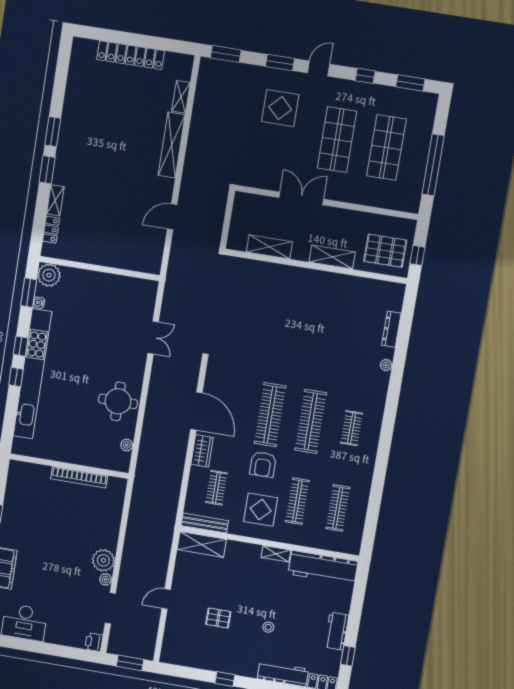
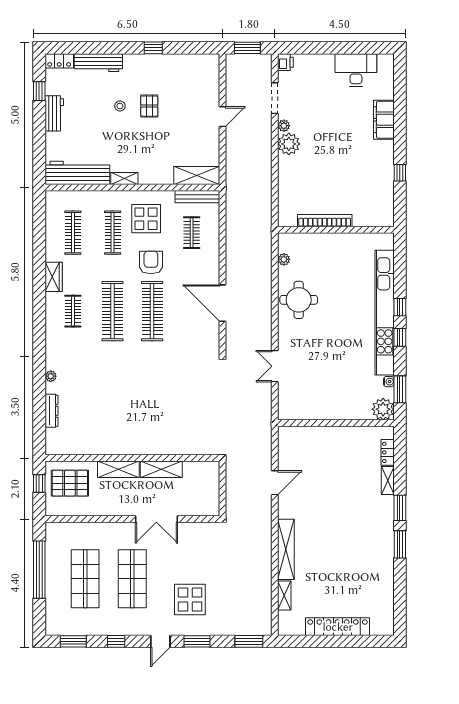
shelving: (269, 247) -> (161, 469), moved
wardrobe: (202, 451) -> (54, 277), moved, turned 180
pallet: (218, 618) -> (149, 106), moved, turned 90

